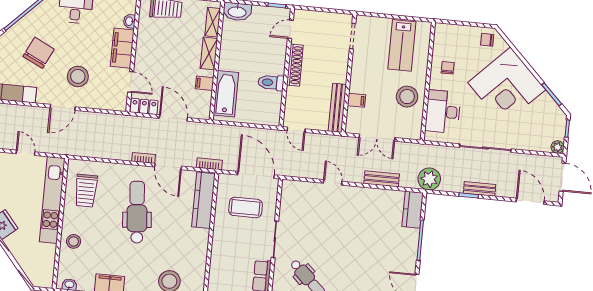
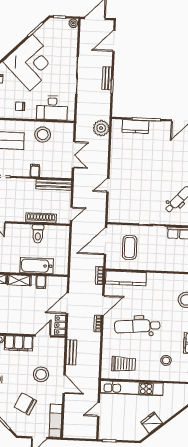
shoe rack: (295, 65) -> (41, 218), moved
bathtub: (226, 94) -> (37, 266), moved
filing cabinet: (356, 100) -> (35, 171), moved
bench: (382, 179) -> (71, 352), moved
plant: (429, 179) -> (101, 128), moved
kitchen counter: (413, 210) -> (135, 127), moved
stool: (74, 241) -> (166, 360), moved

